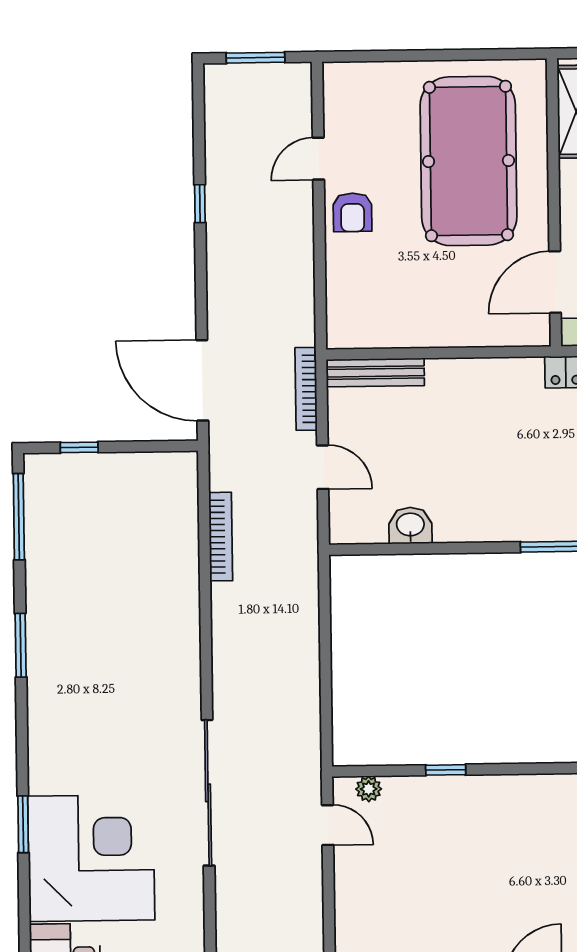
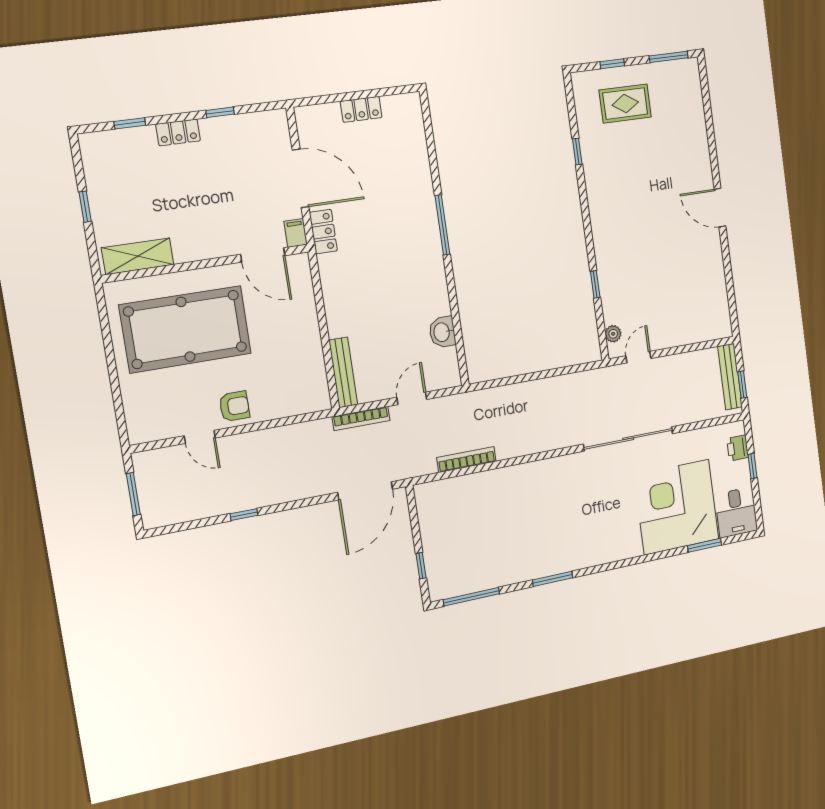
window: (23, 824) -> (705, 545), moved

